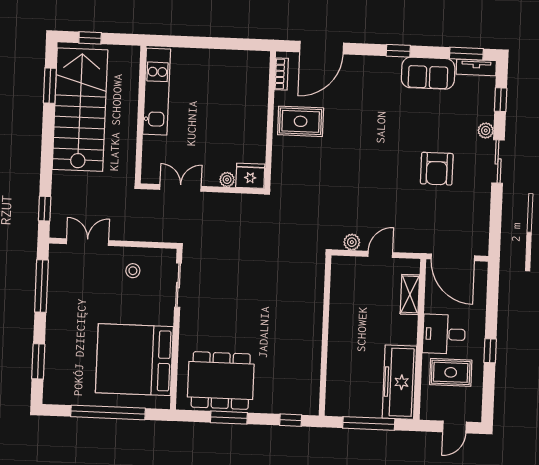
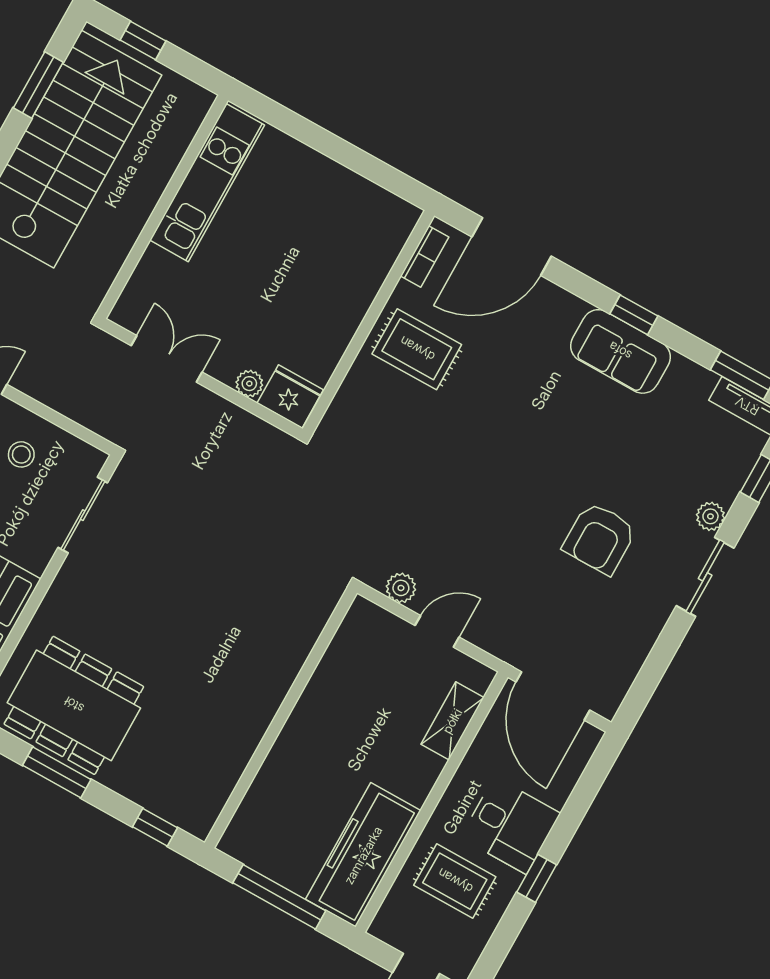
sofa: (428, 73) -> (620, 351), moved
desk: (444, 334) -> (510, 825), moved, turned 180

